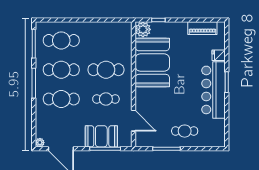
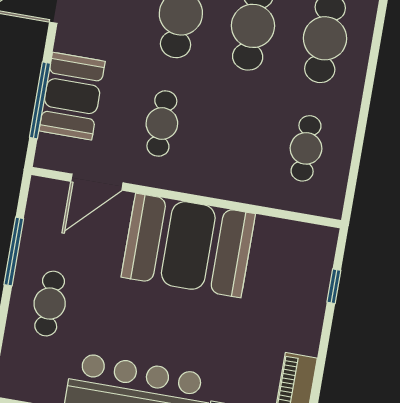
plant: (143, 29) -> (317, 244), removed
booth: (152, 63) -> (188, 245), moved
cafe table: (106, 70) -> (306, 148), moved, width x0.73, depth x0.74

